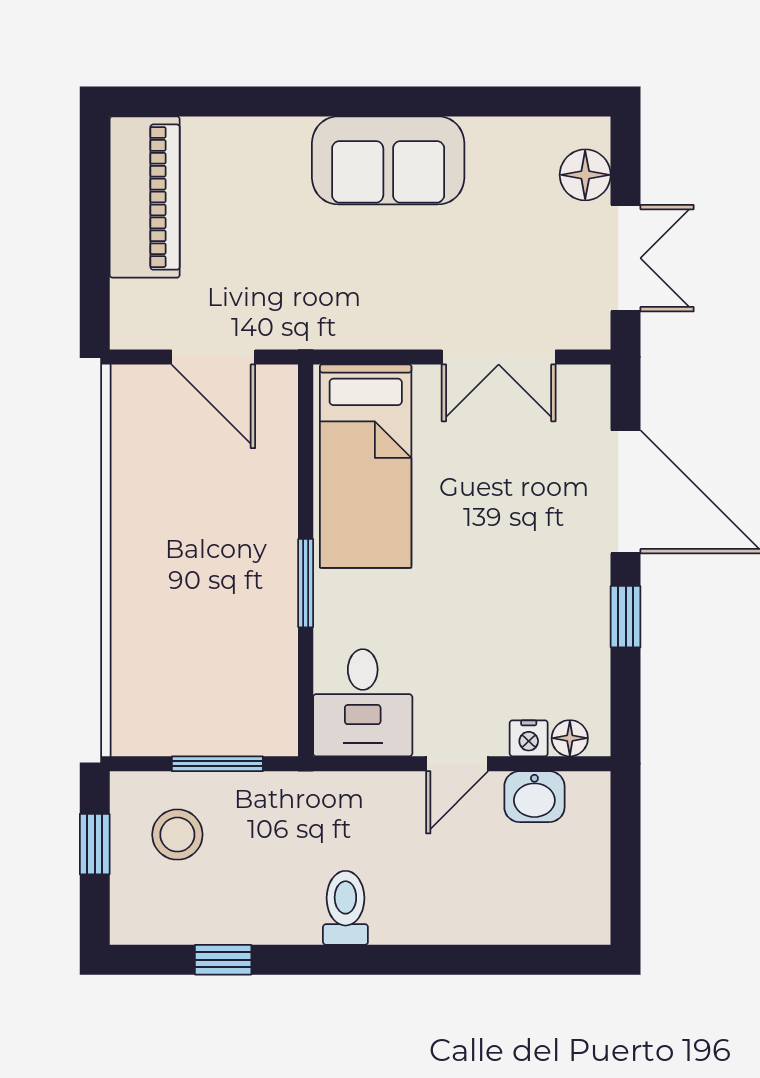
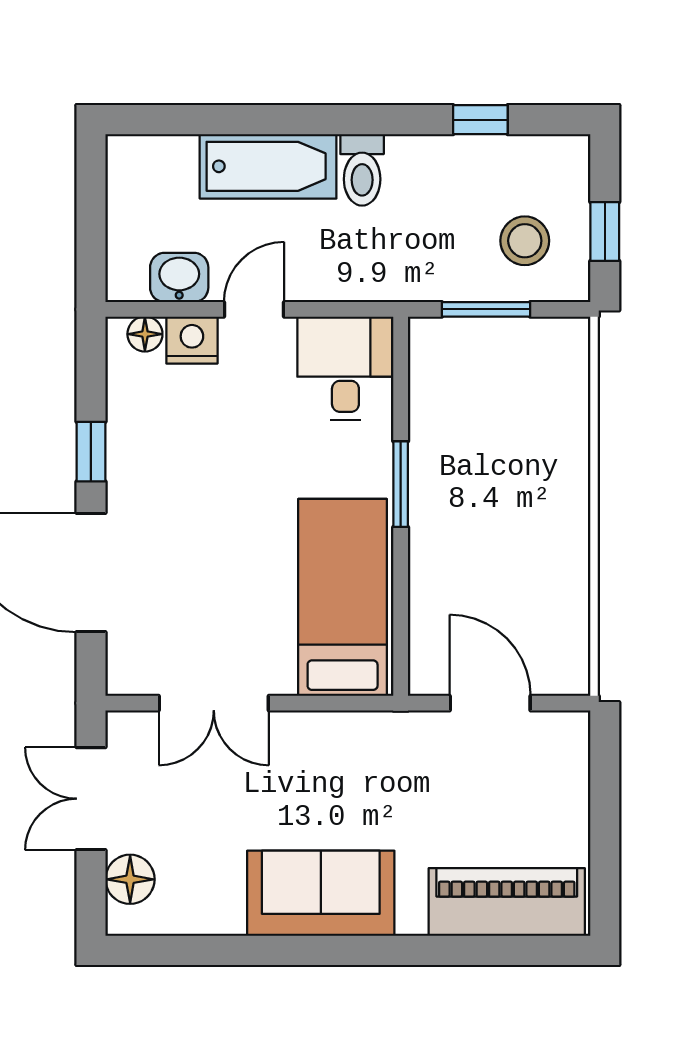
piano: (145, 197) -> (507, 902), moved, turned 90
double door: (499, 357) -> (214, 703), swing flipped
nightstand: (529, 738) -> (192, 340), width x1.39, depth x1.35
bathtub: (443, 911) -> (268, 166), added

